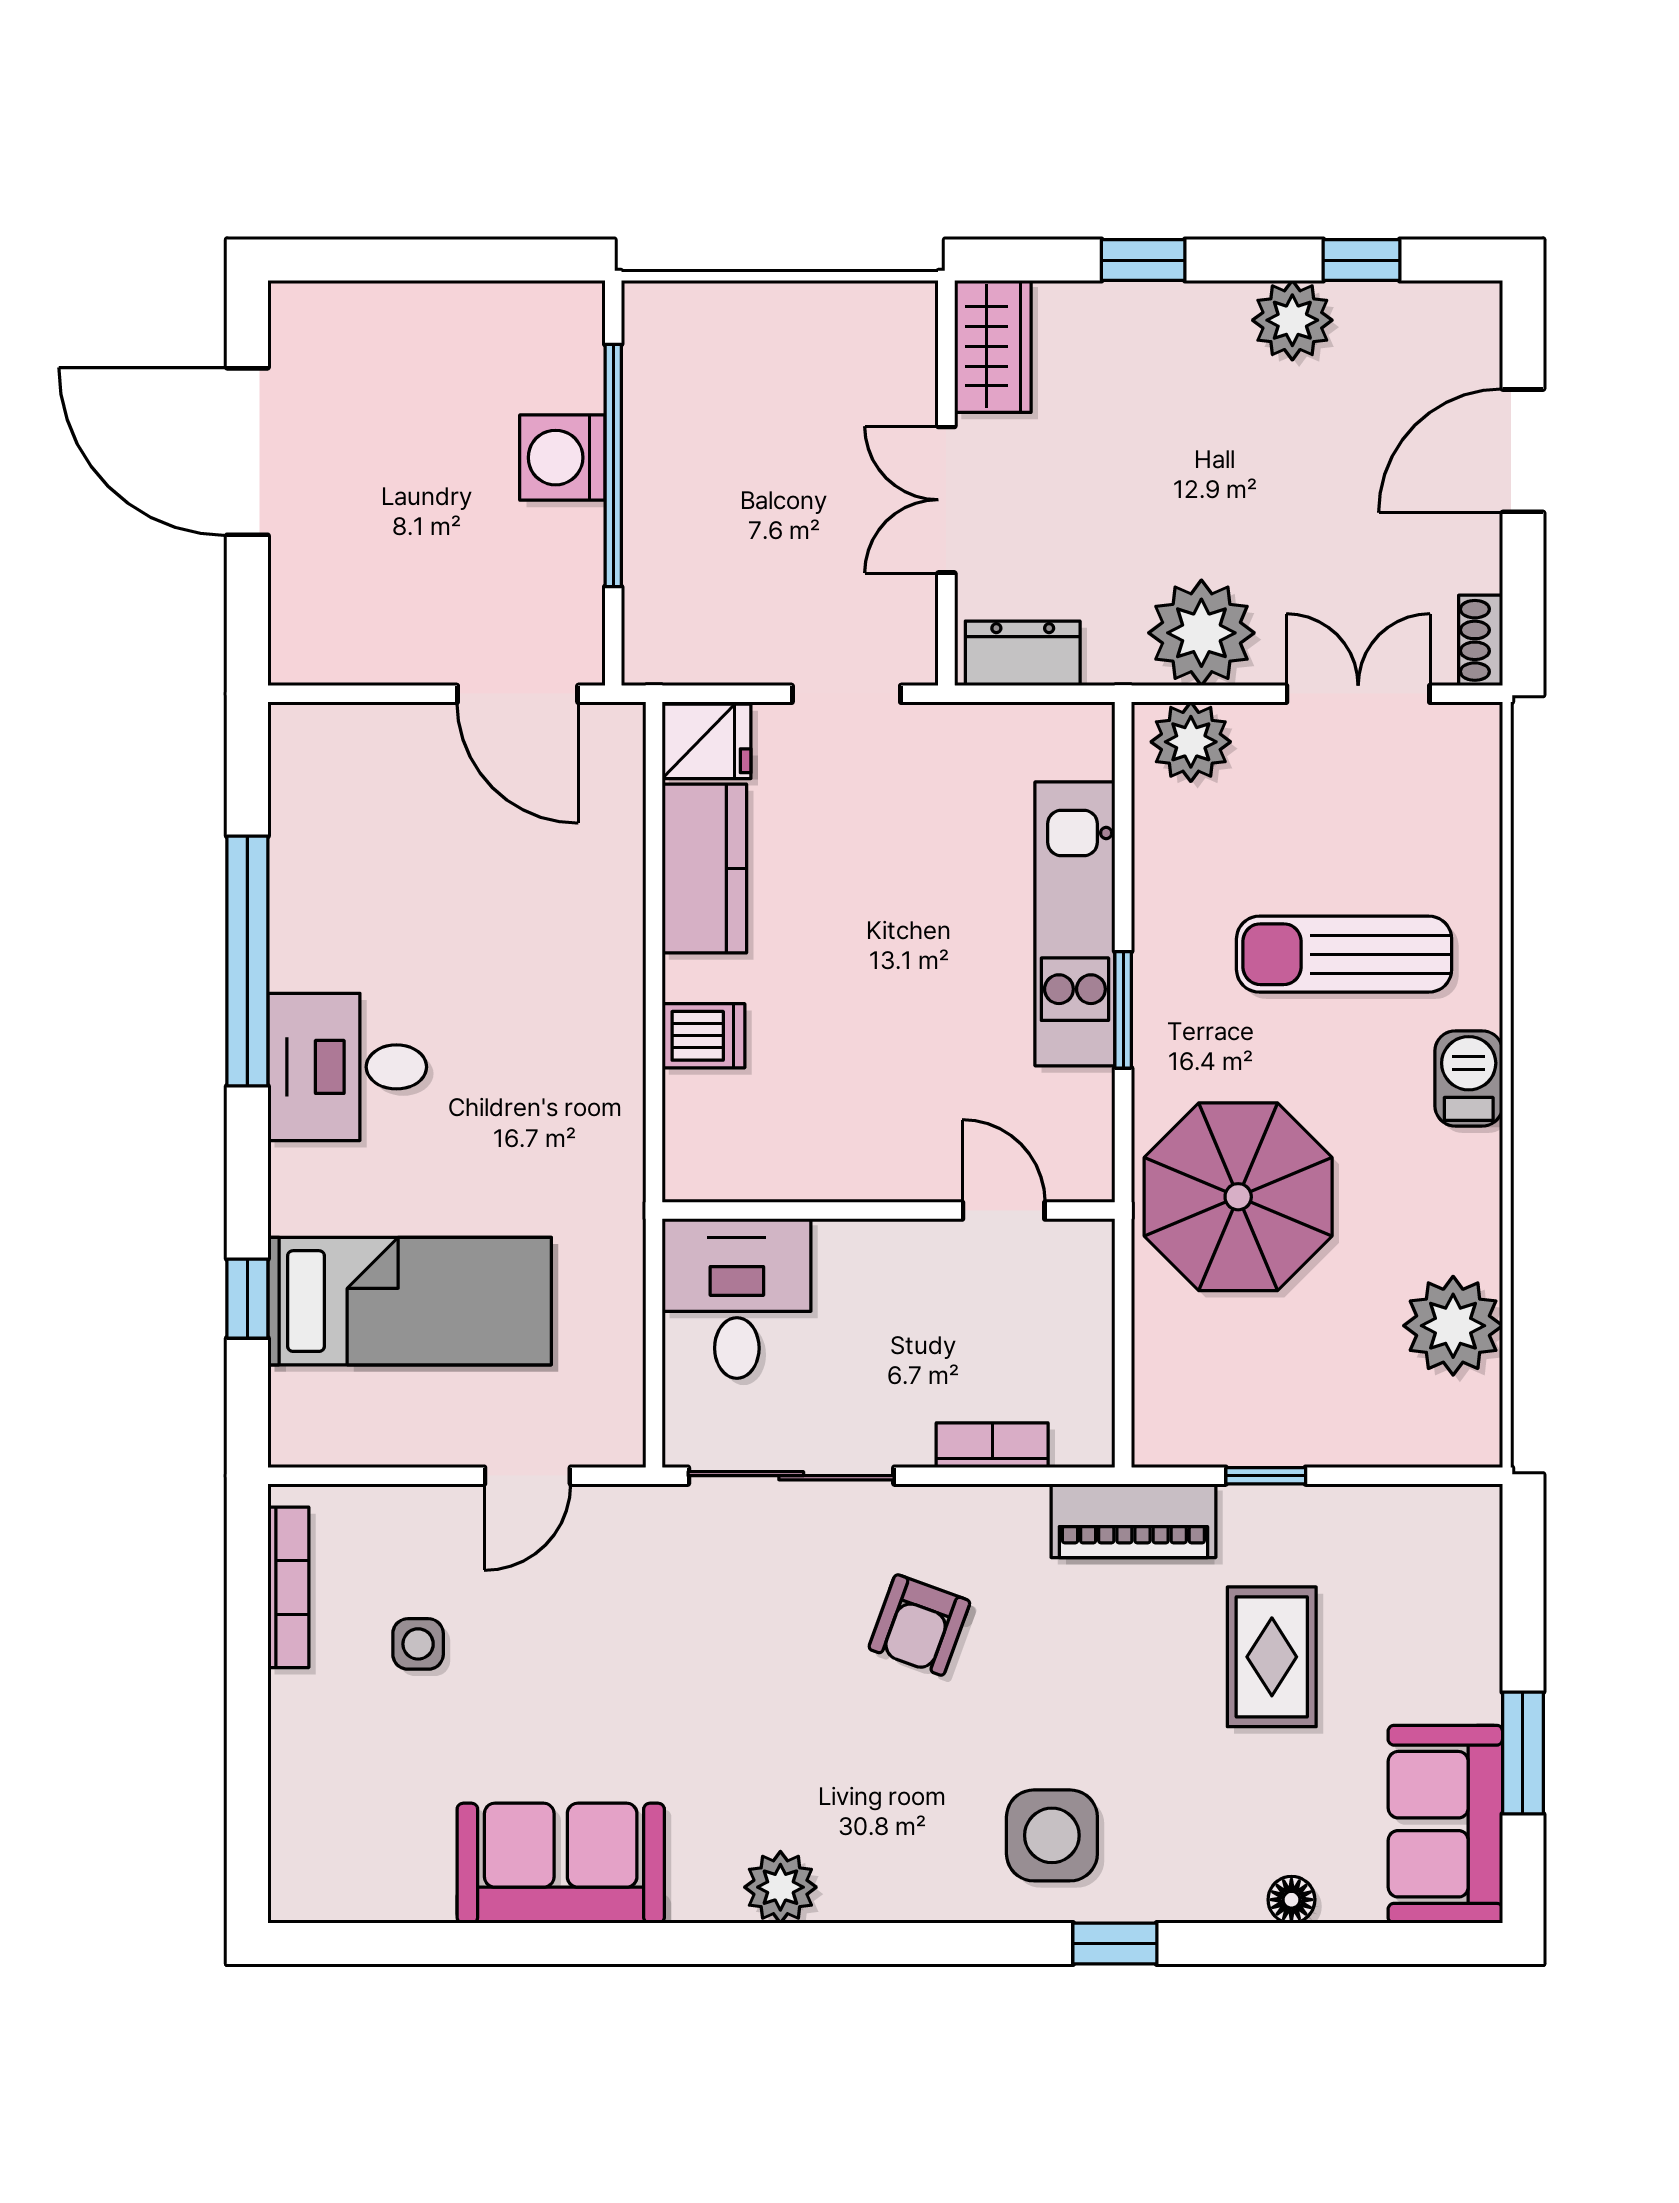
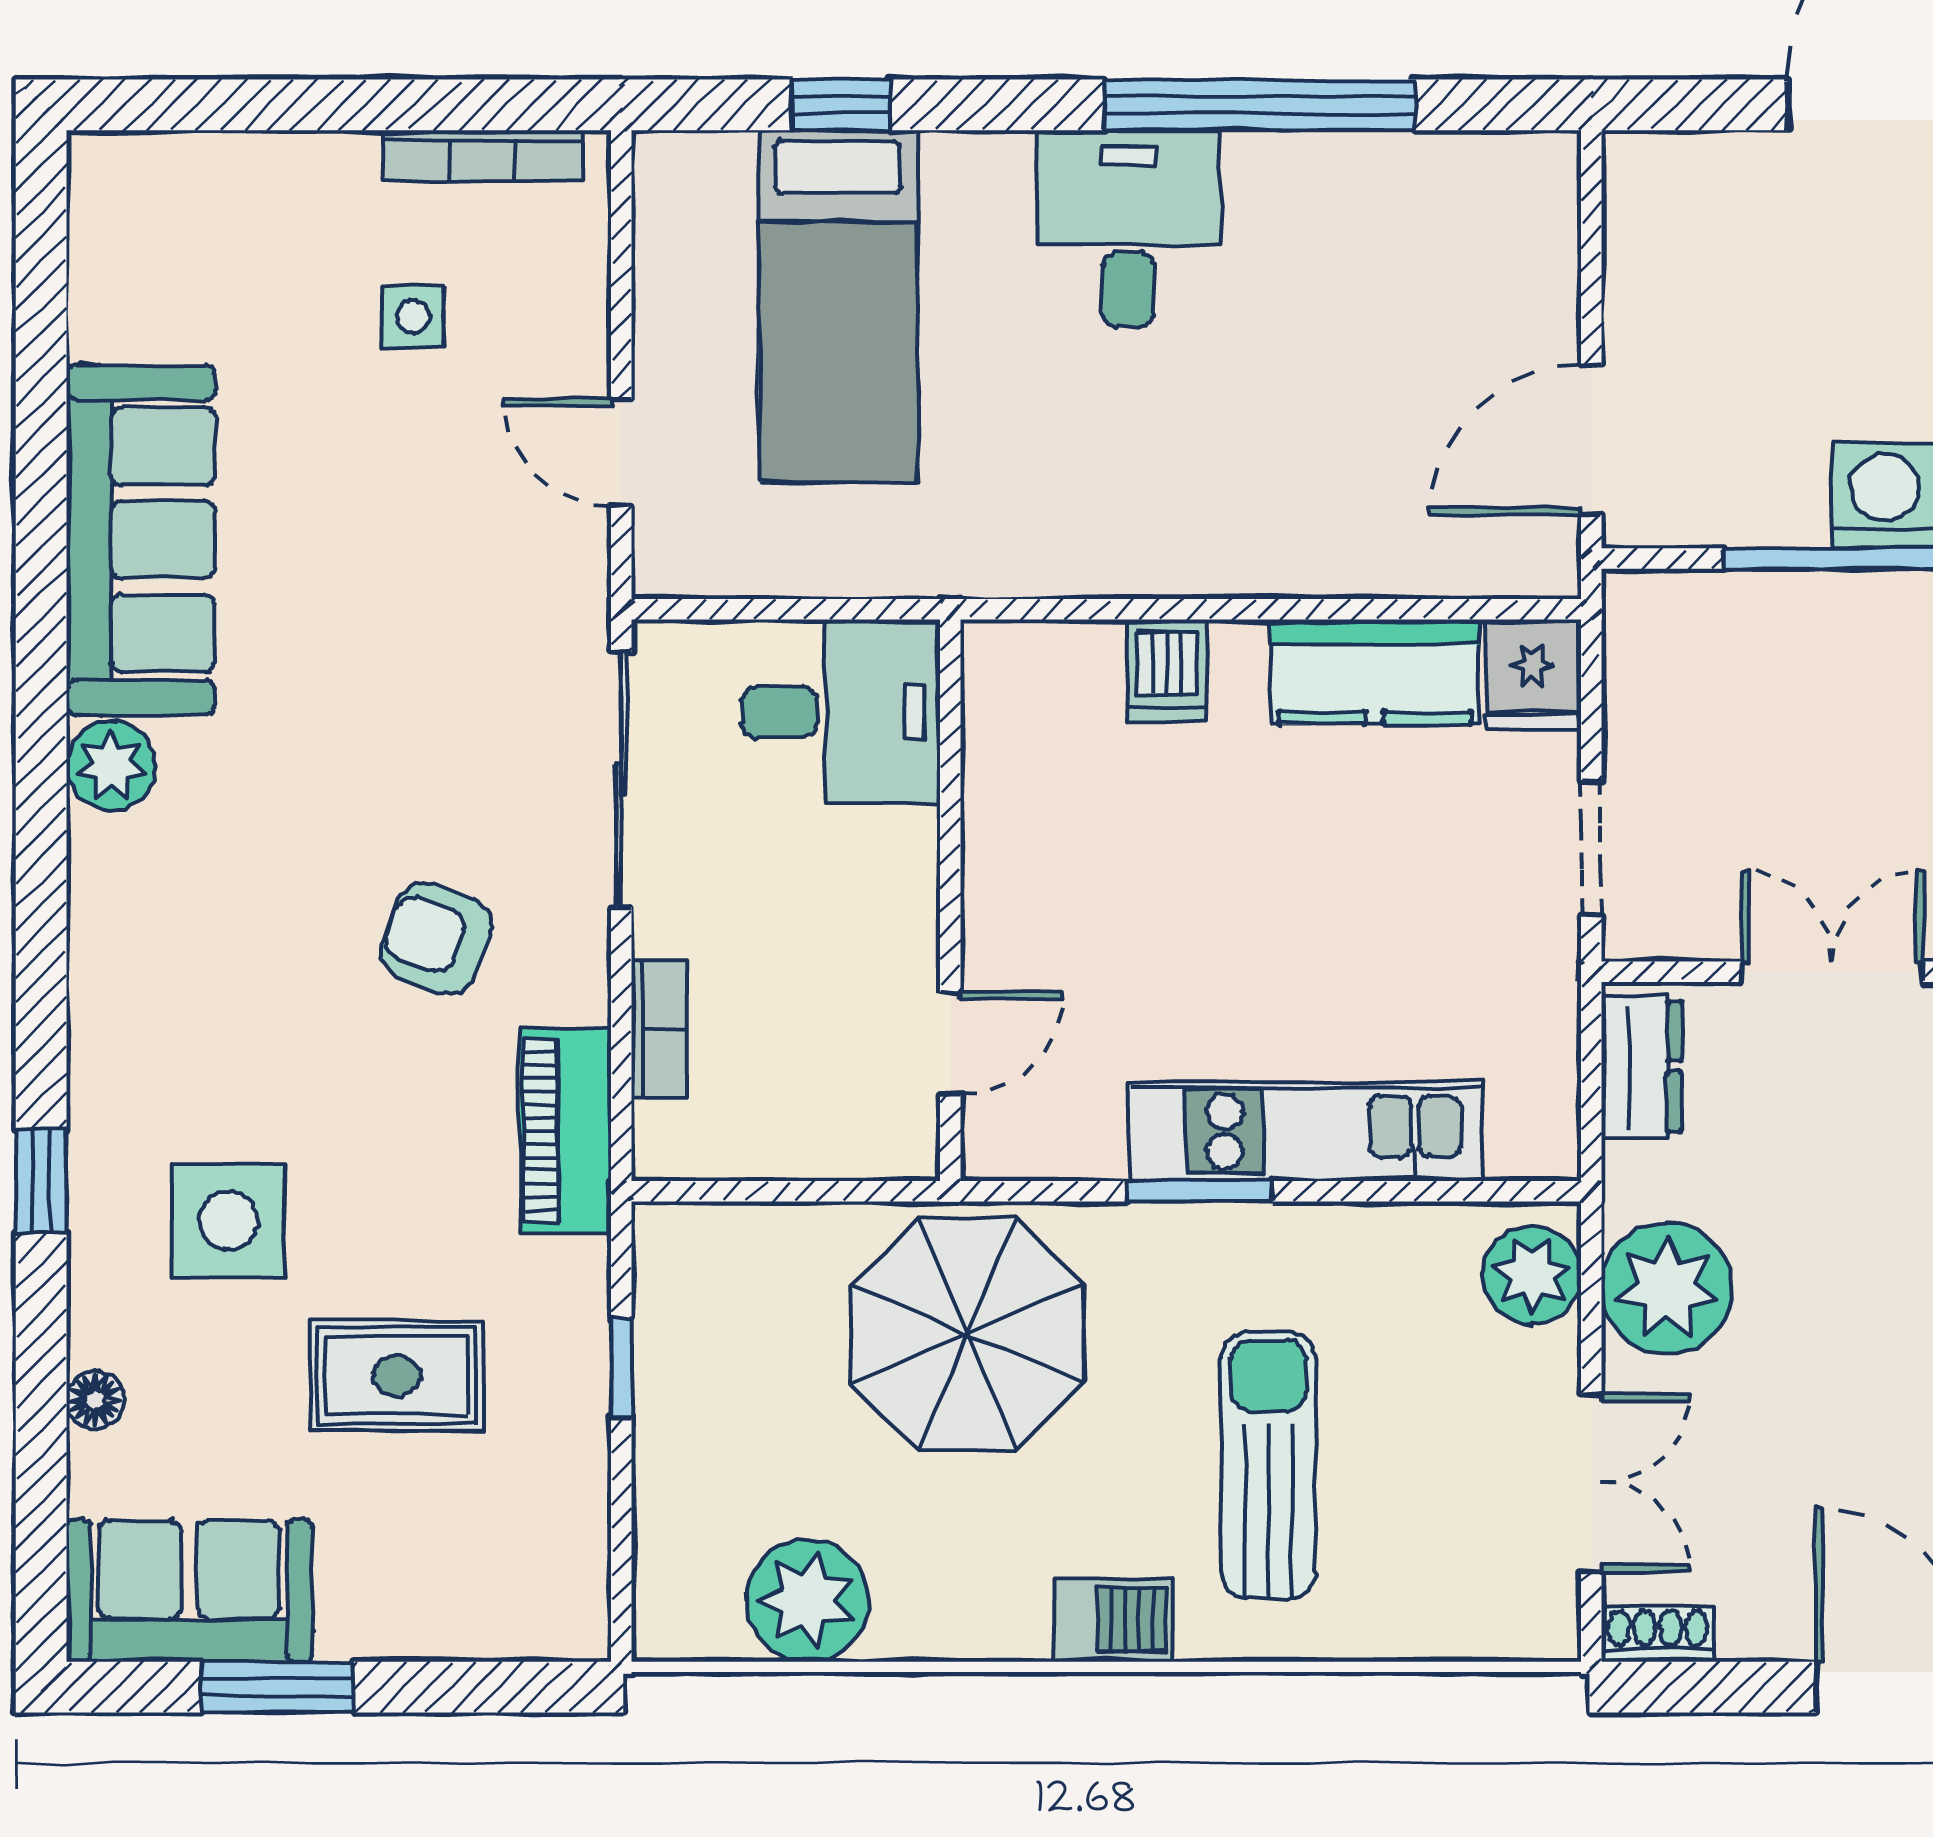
piano: (1133, 1521) -> (566, 1131), moved
side table: (1052, 1835) -> (228, 1220), moved
sofa: (561, 1863) -> (141, 540), width x1.36

